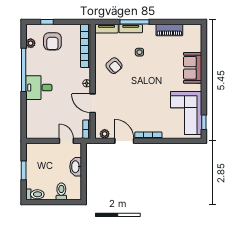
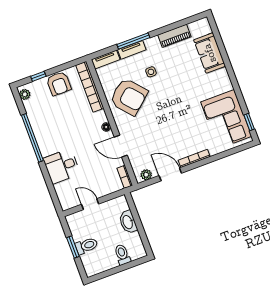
armchair: (52, 41) -> (59, 84), moved
plant: (31, 43) -> (25, 94), moved
armchair: (114, 66) -> (129, 97), width x1.88, depth x1.88
sofa: (193, 68) -> (210, 53), moved
desk: (39, 88) -> (62, 166), moved
door: (66, 141) -> (90, 204), moved
toilet: (35, 194) -> (86, 246), moved

